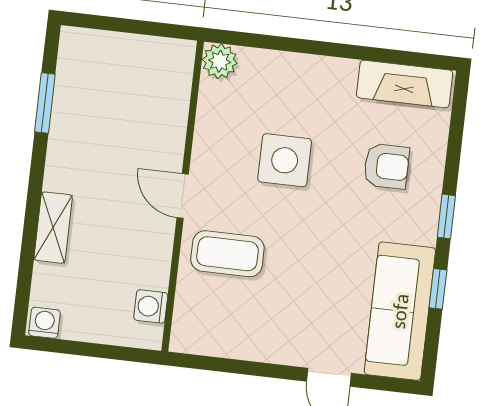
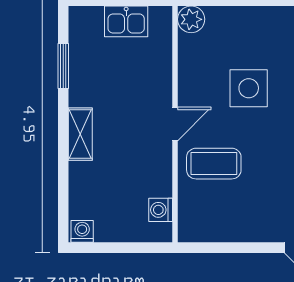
kitchen sink: (134, 54) -> (126, 21), added
door: (183, 196) -> (175, 124), swing flipped
shelving: (53, 228) -> (80, 134), moved

